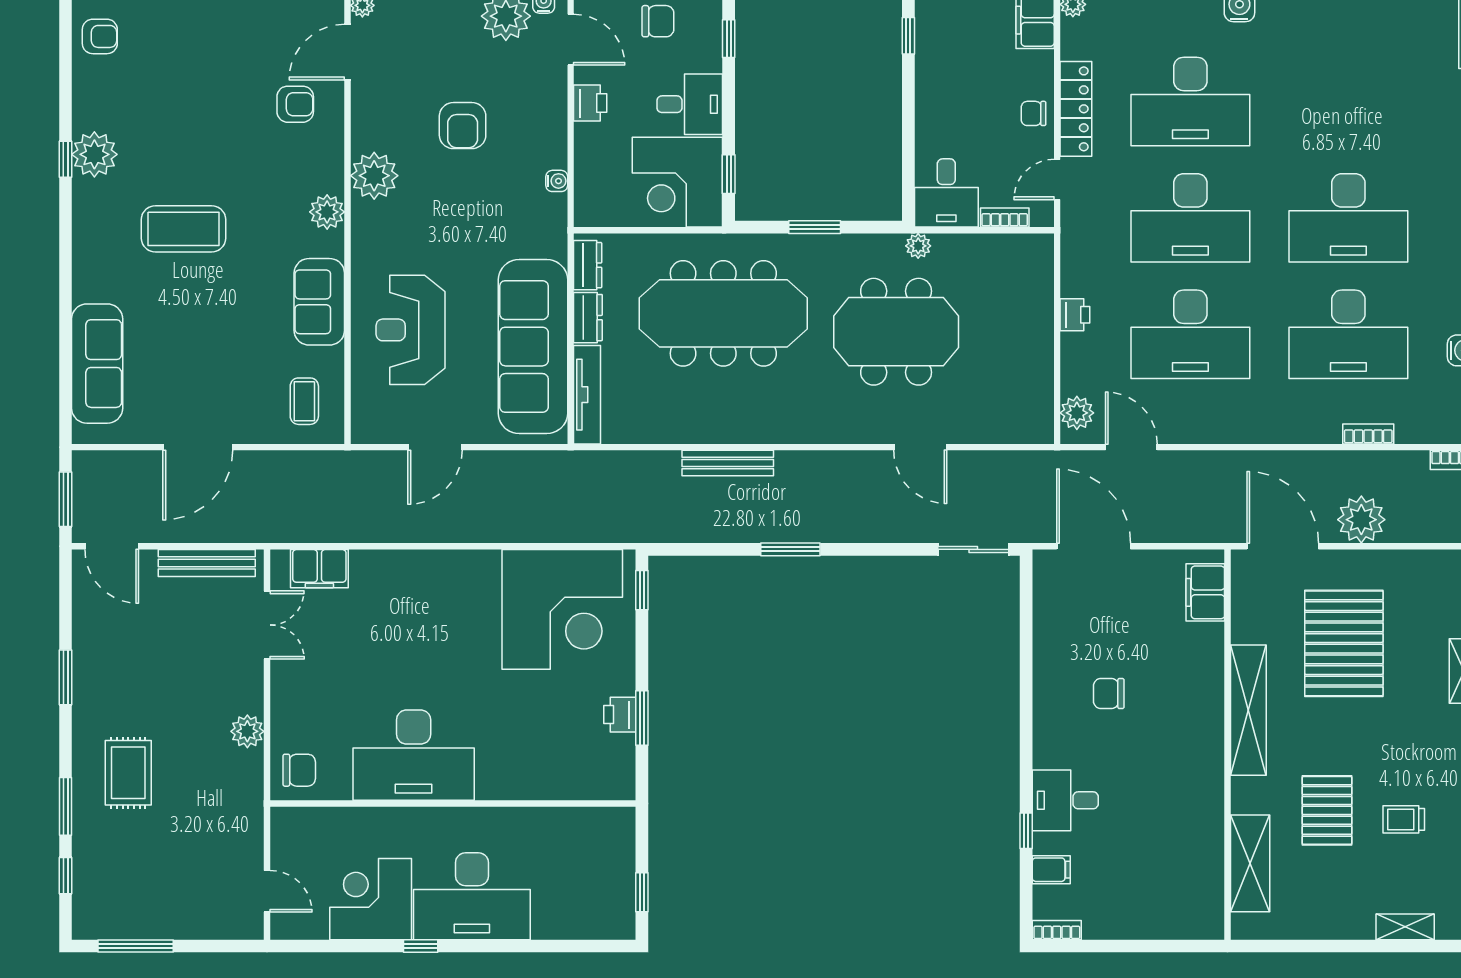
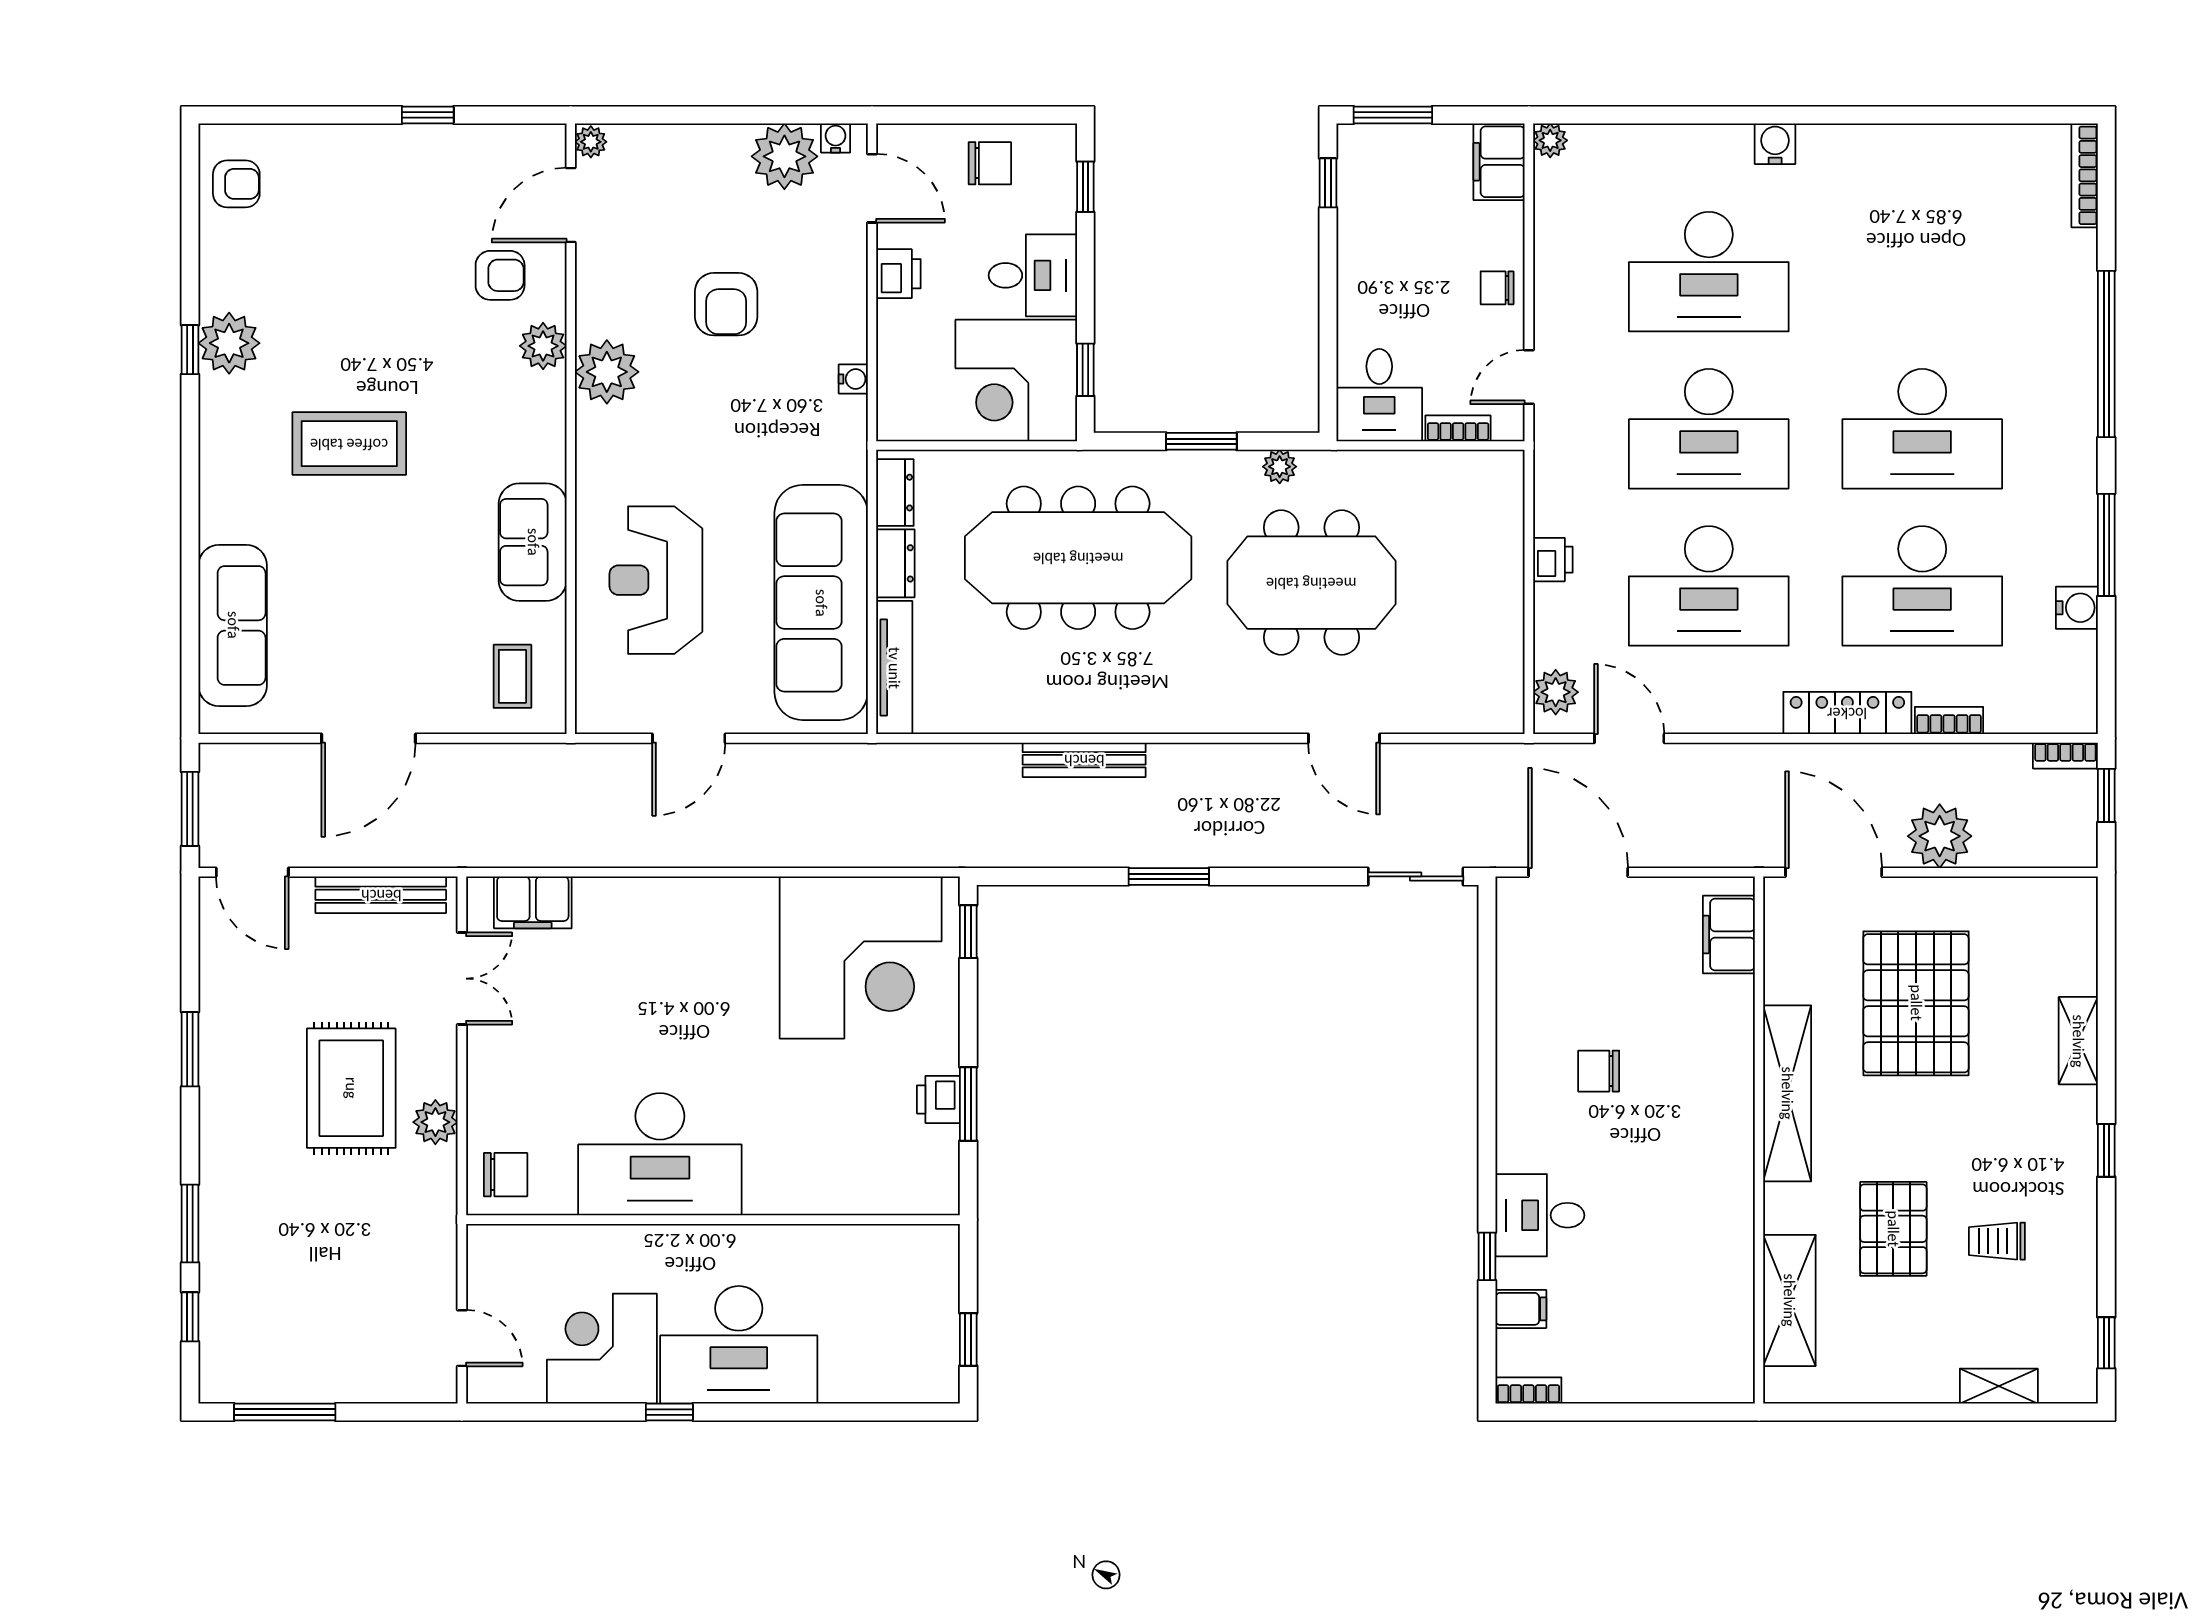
locker: (1076, 109) -> (1847, 713), moved, turned -90
plant: (327, 212) -> (543, 346), moved
plant: (918, 246) -> (1280, 467), moved
rug: (128, 773) -> (351, 1088), moved, width x1.36, depth x1.43

